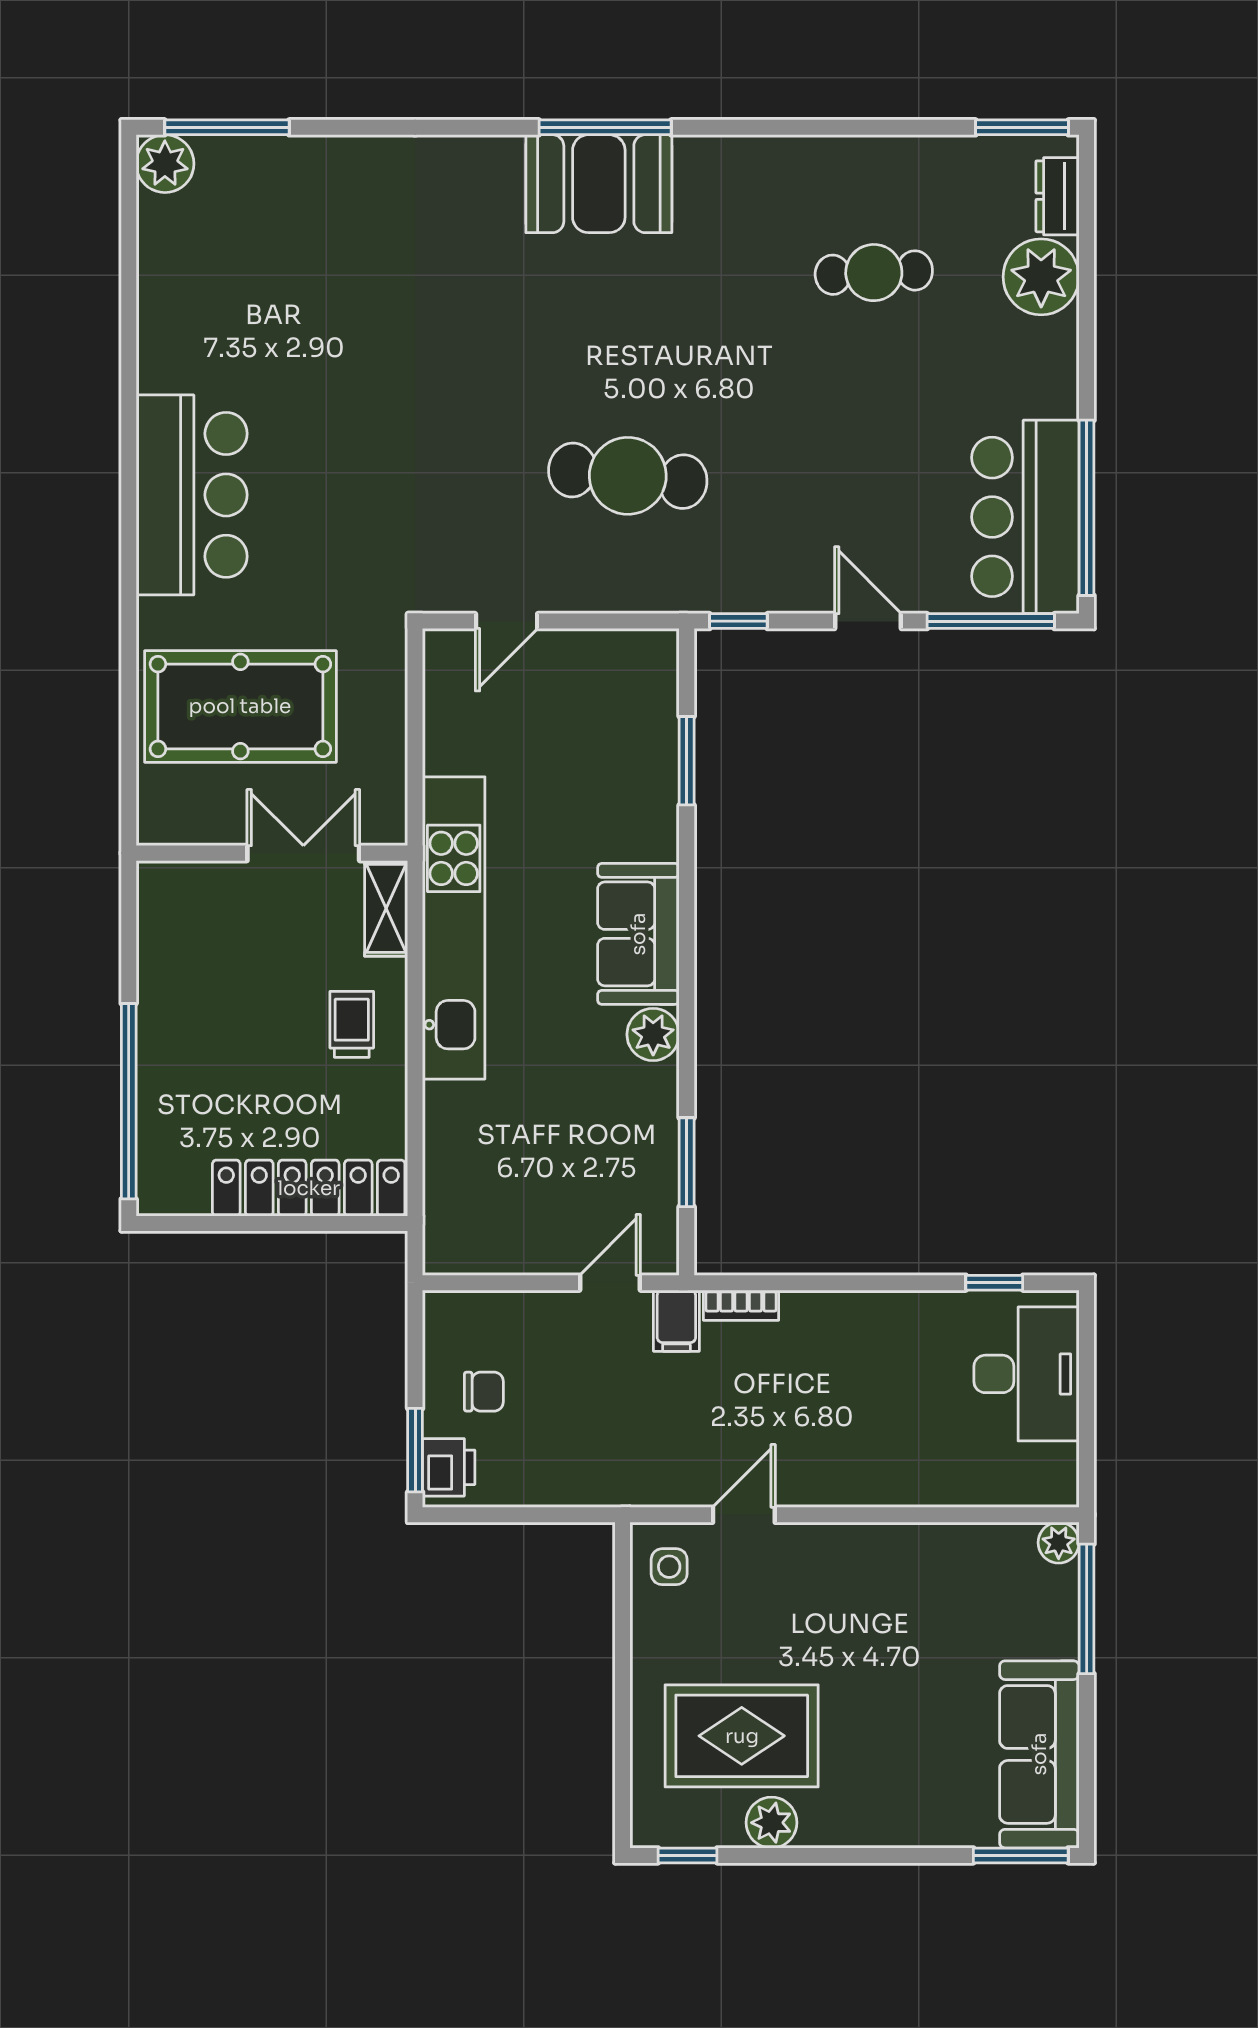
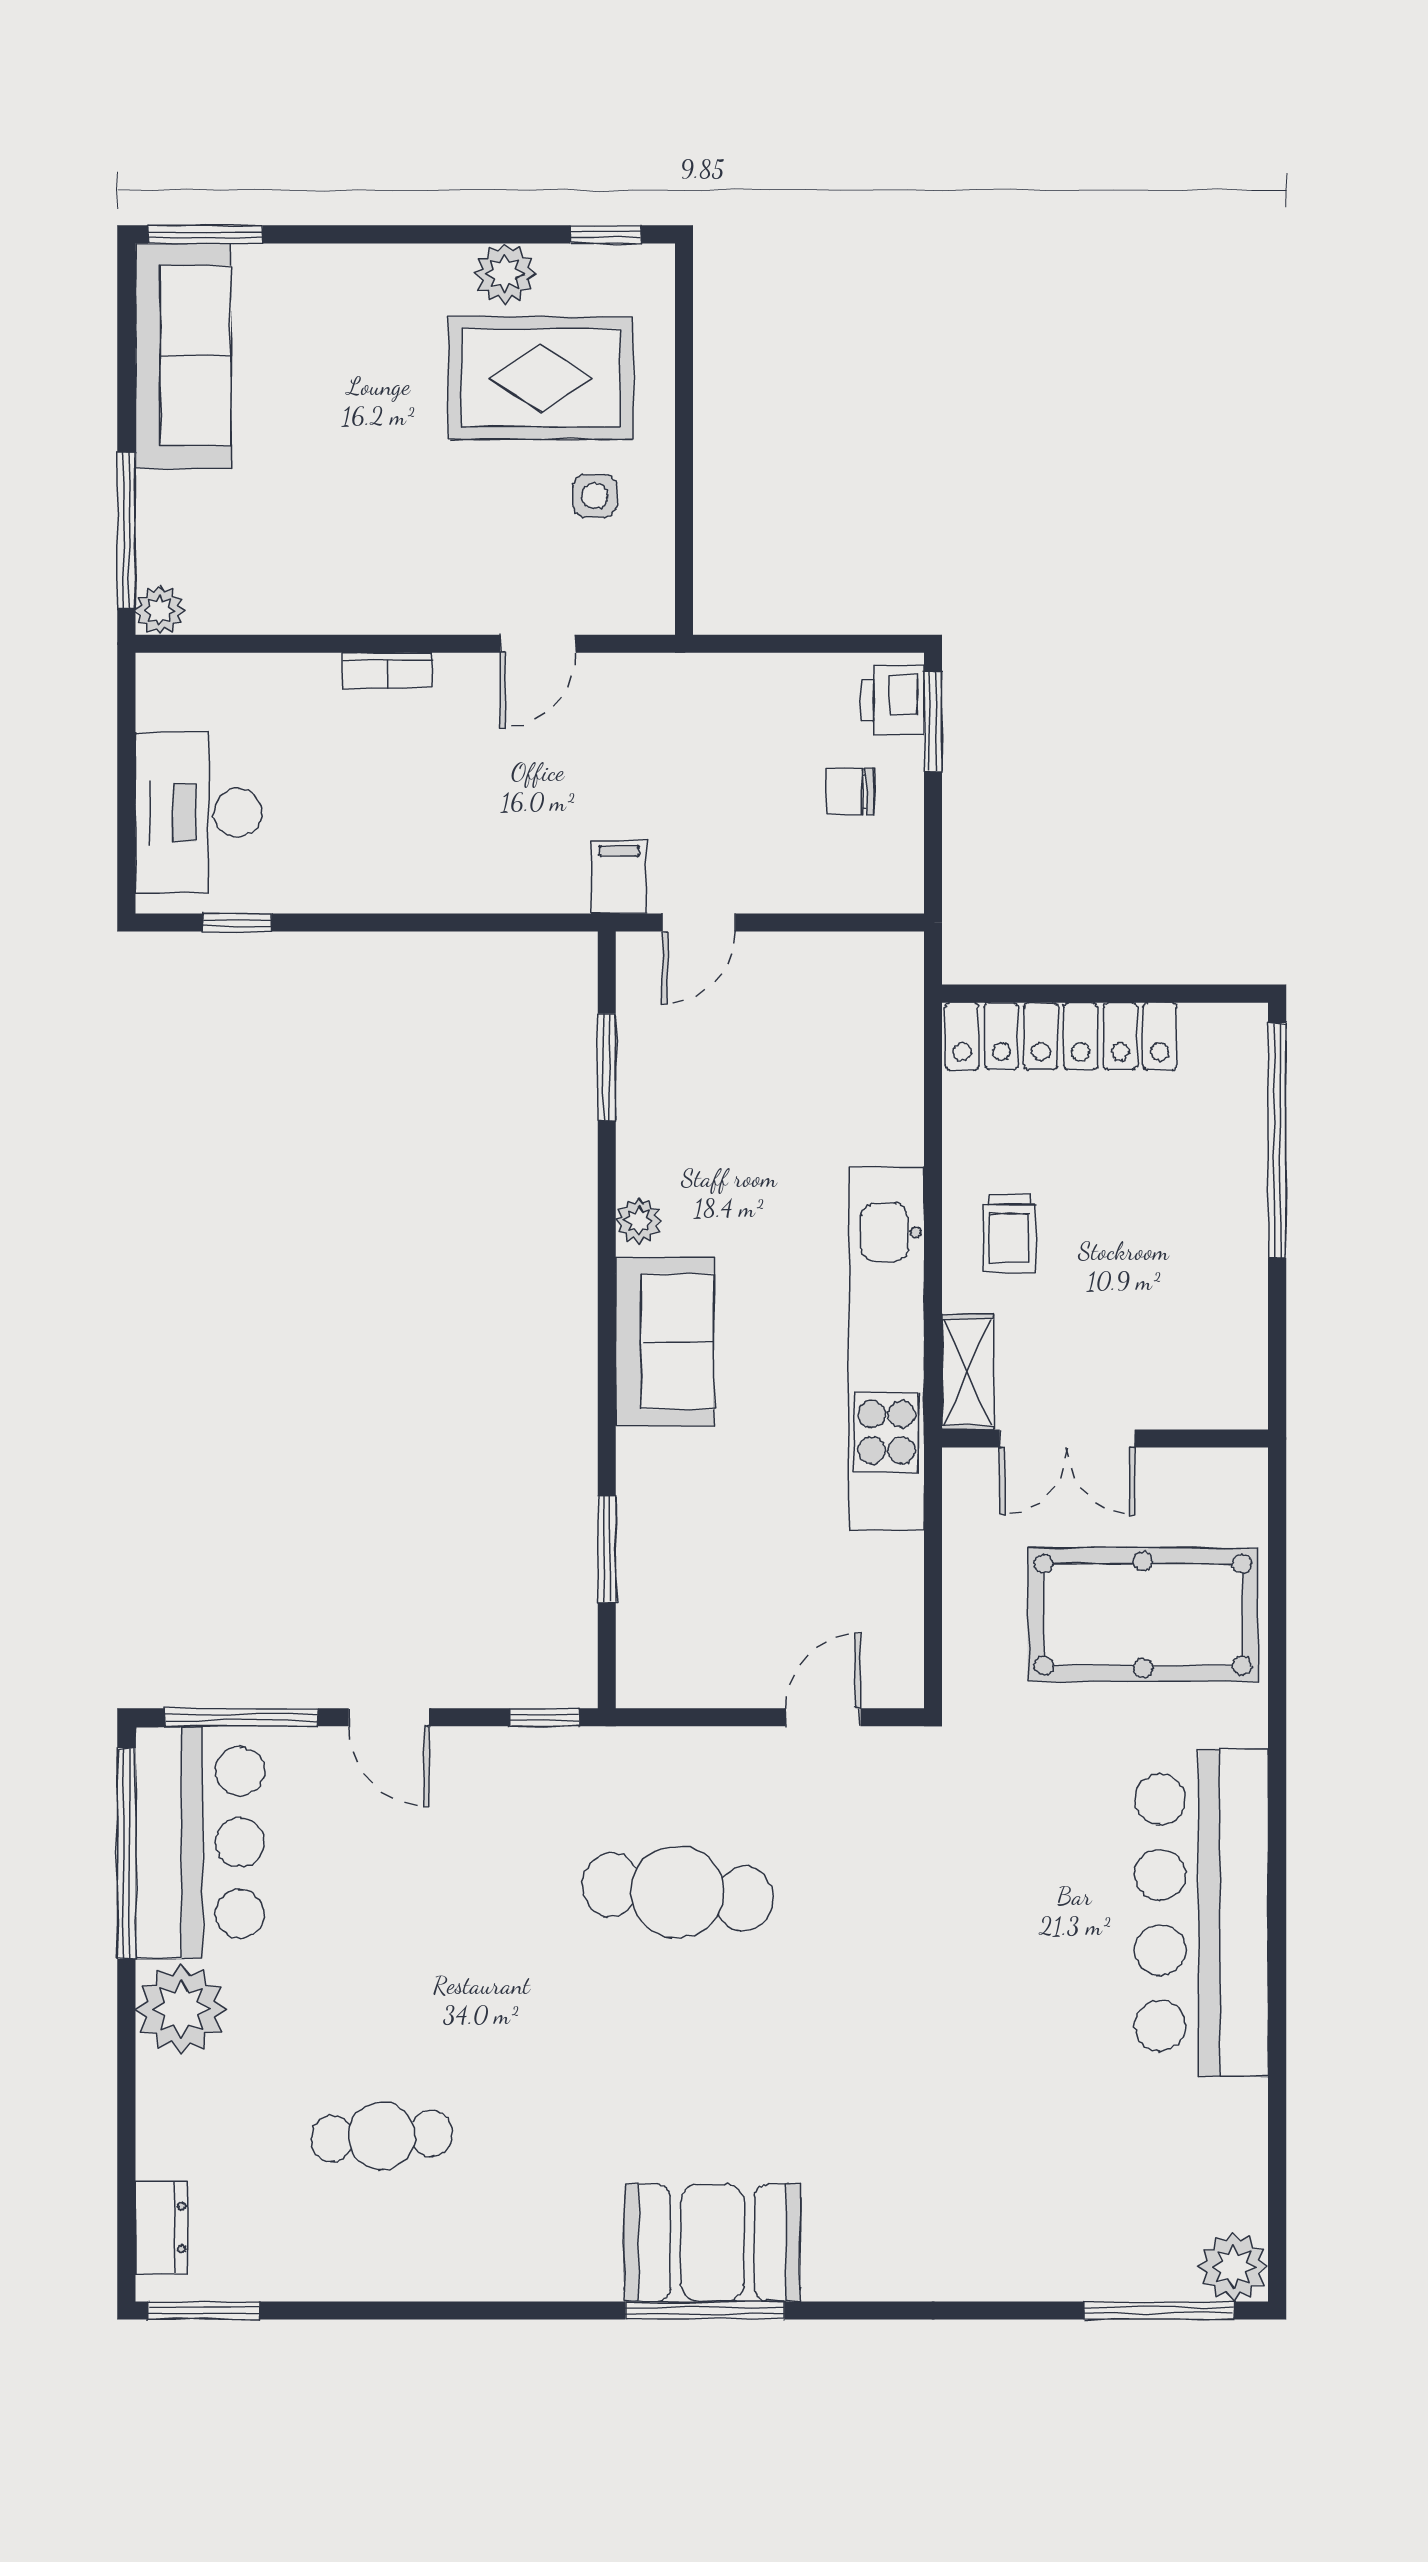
plant: (1041, 277) -> (181, 2009), moved
bar counter: (192, 495) -> (1201, 1913), width x1.36
plant: (653, 1034) -> (639, 1221), width x0.73, depth x0.73
bookcase: (741, 1305) -> (387, 671), moved, turned 180
side table: (669, 1567) -> (595, 496), moved

